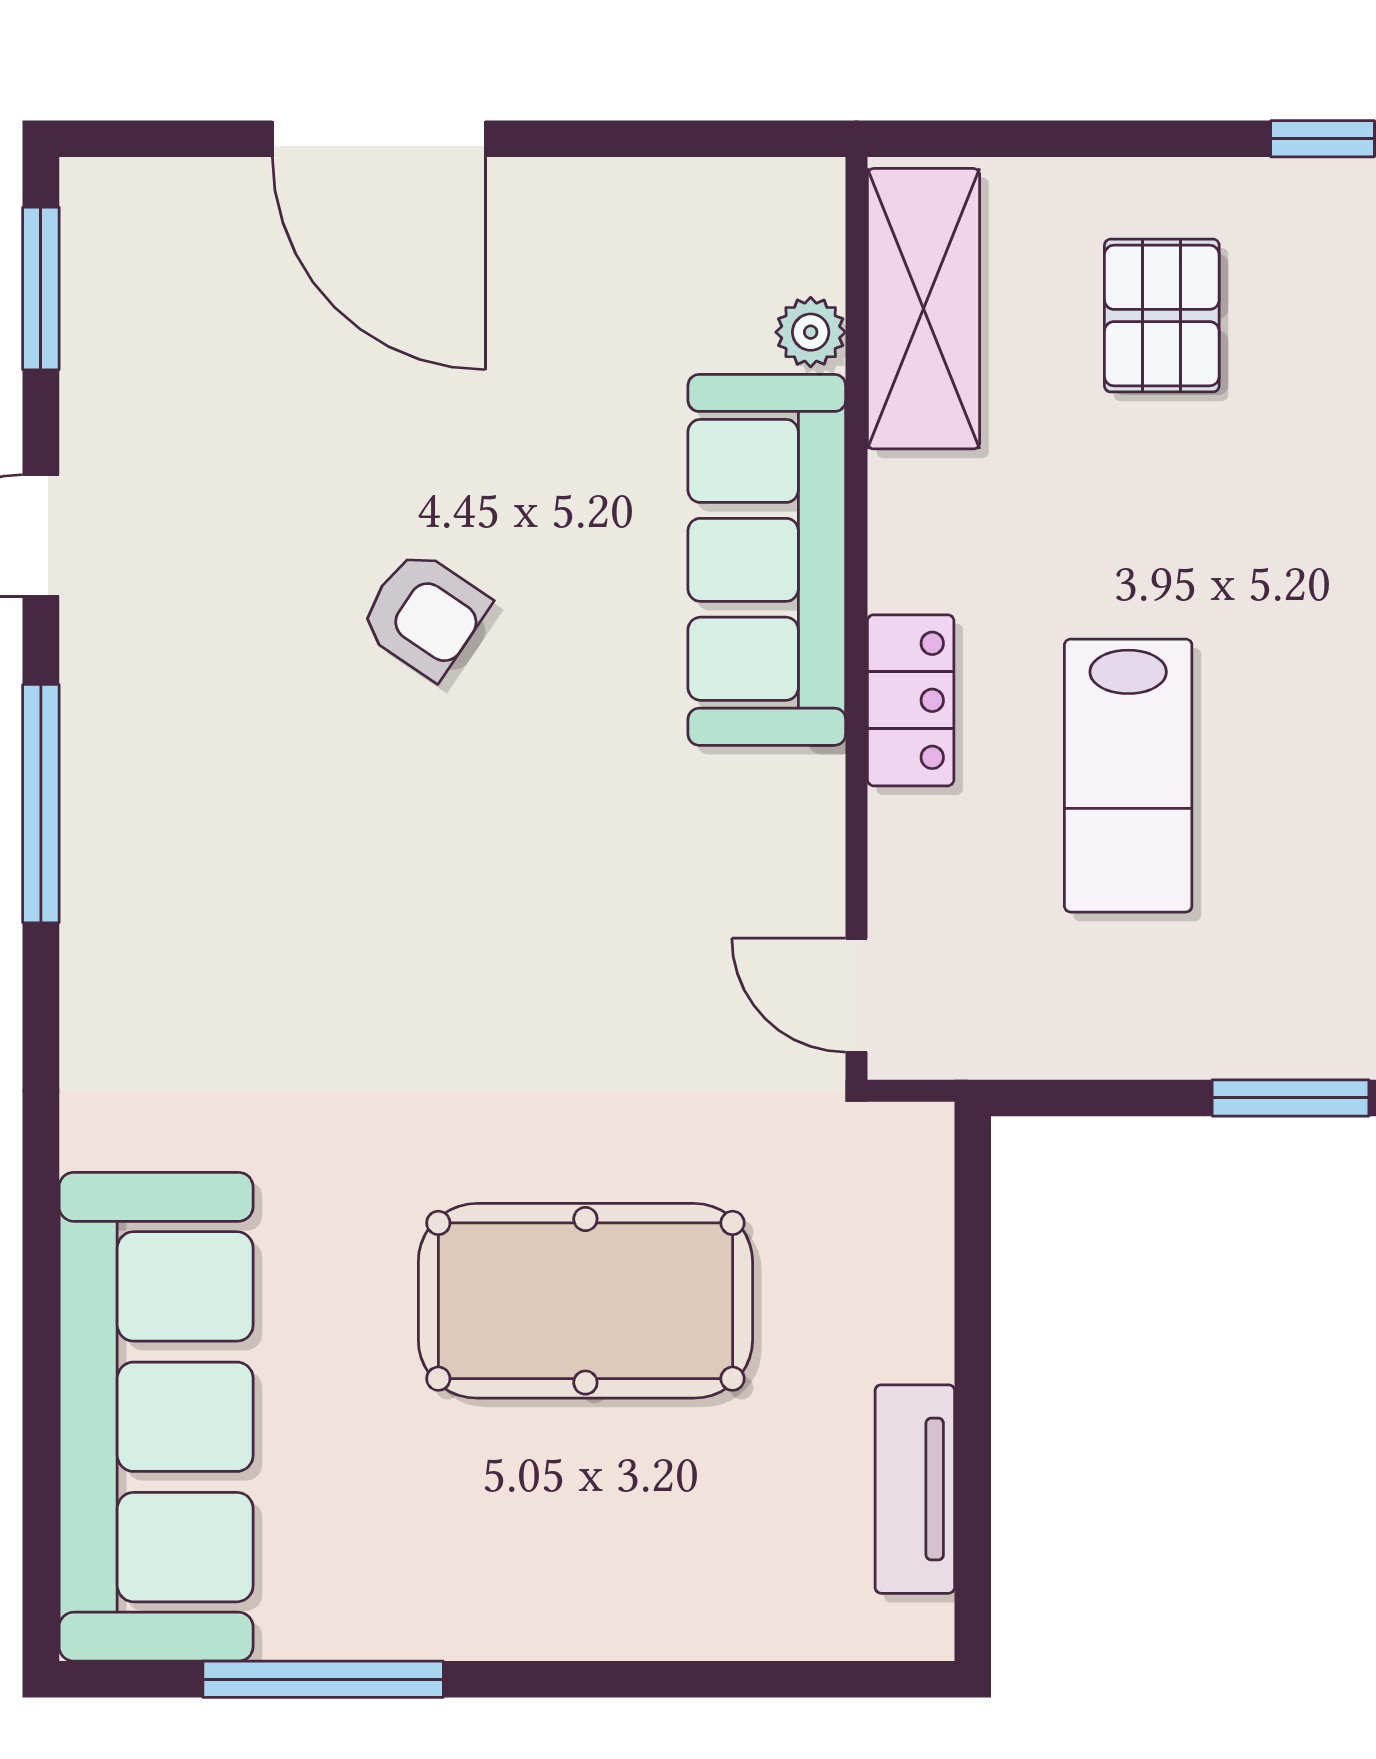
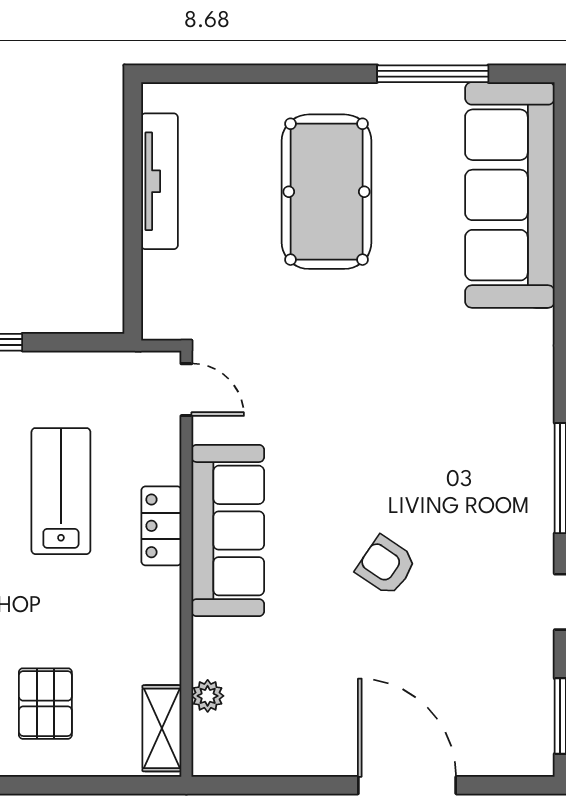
shelving: (924, 309) -> (162, 728), width x0.67, depth x0.75
sofa: (767, 560) -> (228, 531), moved
pool table: (585, 1301) -> (327, 192), moved, turned 90
tv unit: (915, 1489) -> (159, 181), width x1.41

